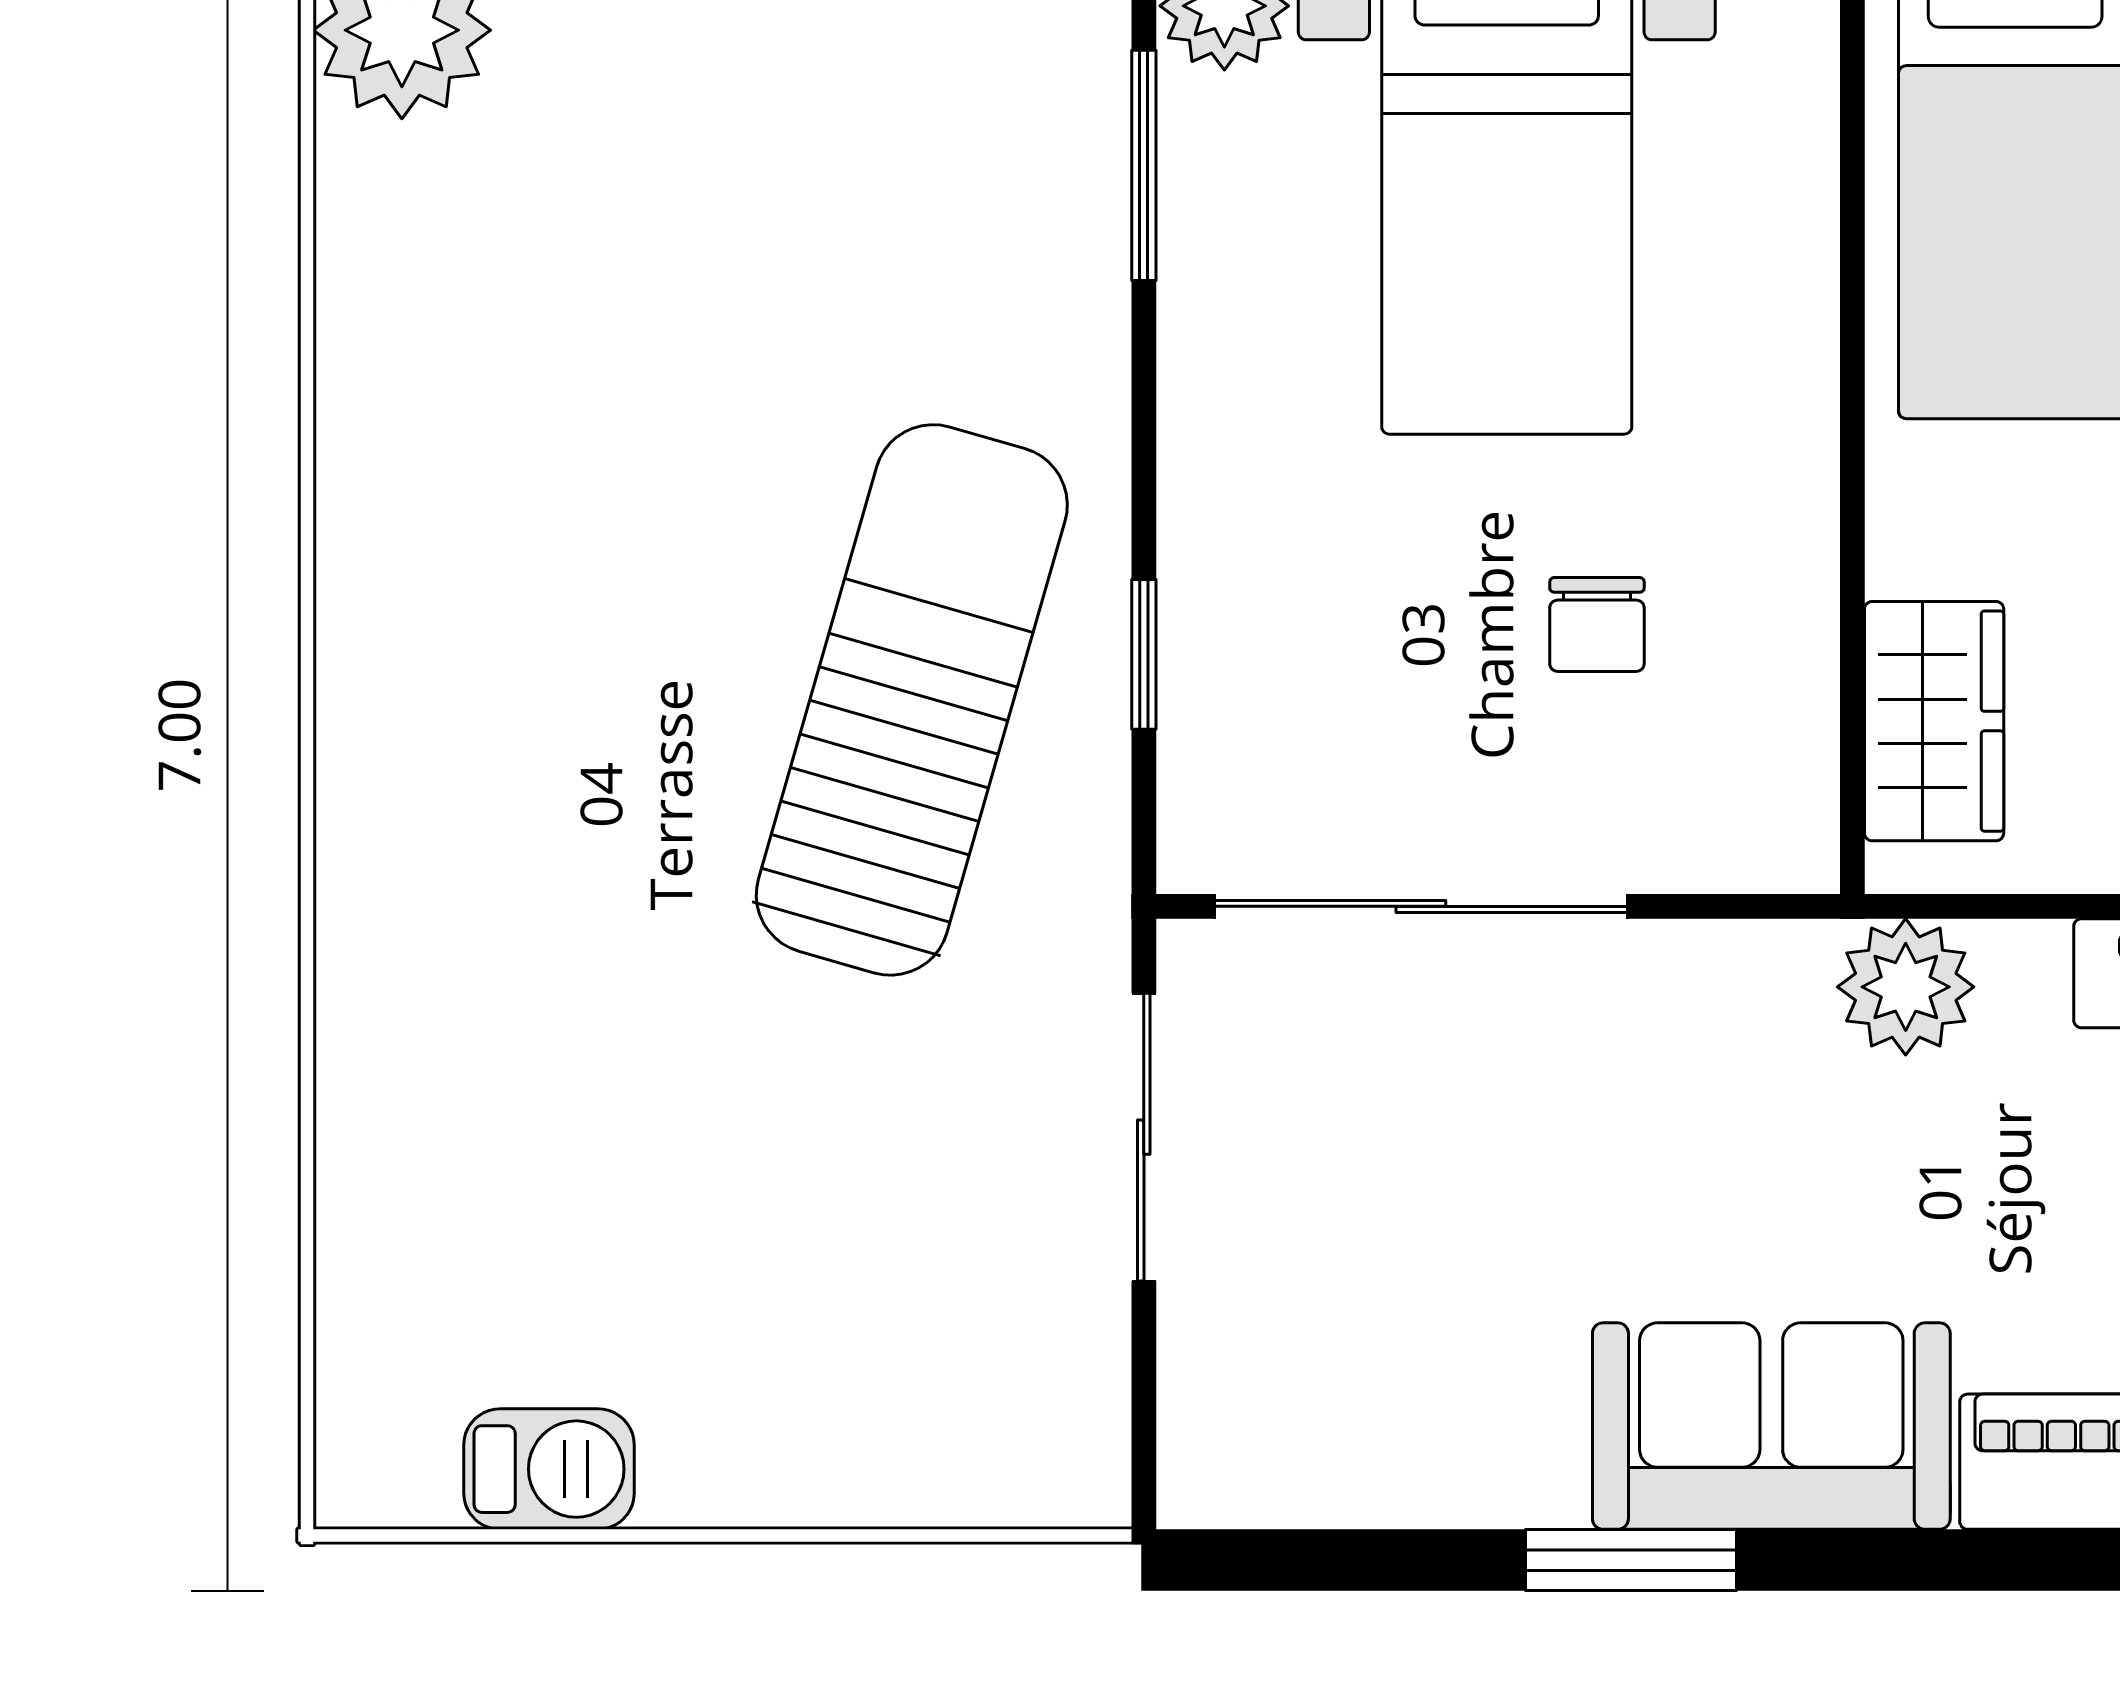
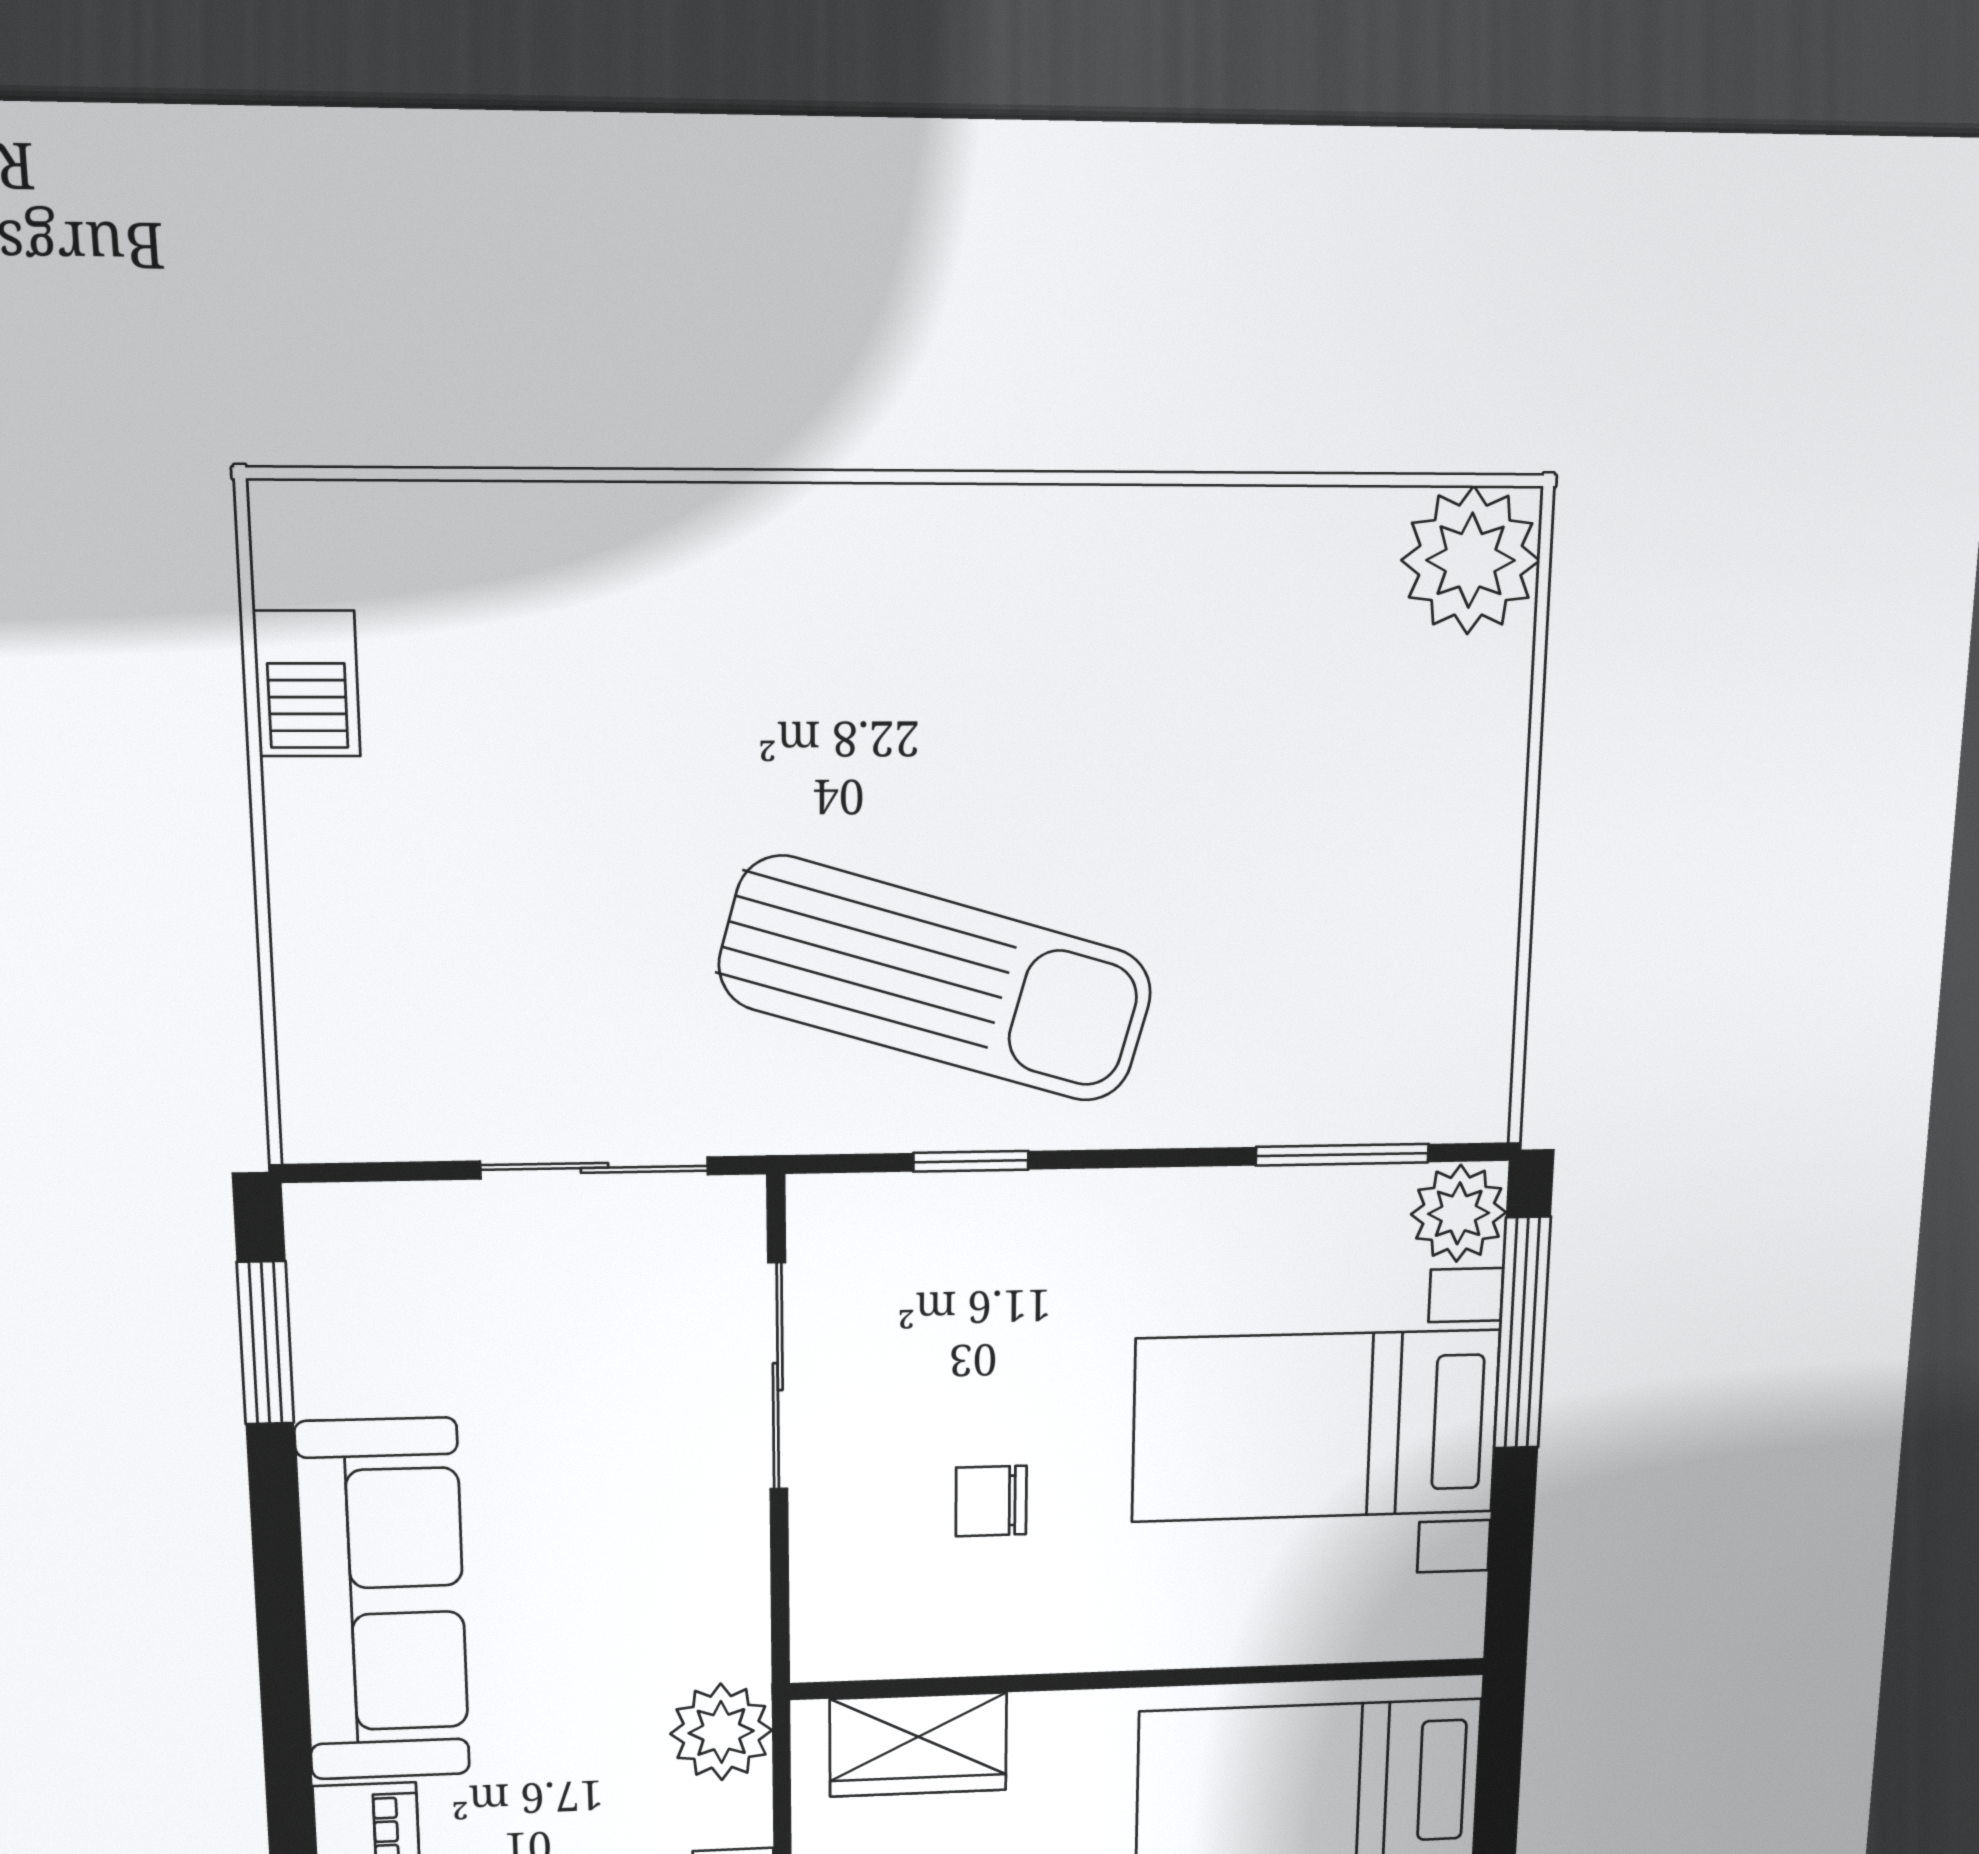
sliding door: (1421, 906) -> (778, 1377), width x0.73
sofa: (1771, 1426) -> (383, 1600), width x1.36
window: (1631, 1560) -> (265, 1343), moved

